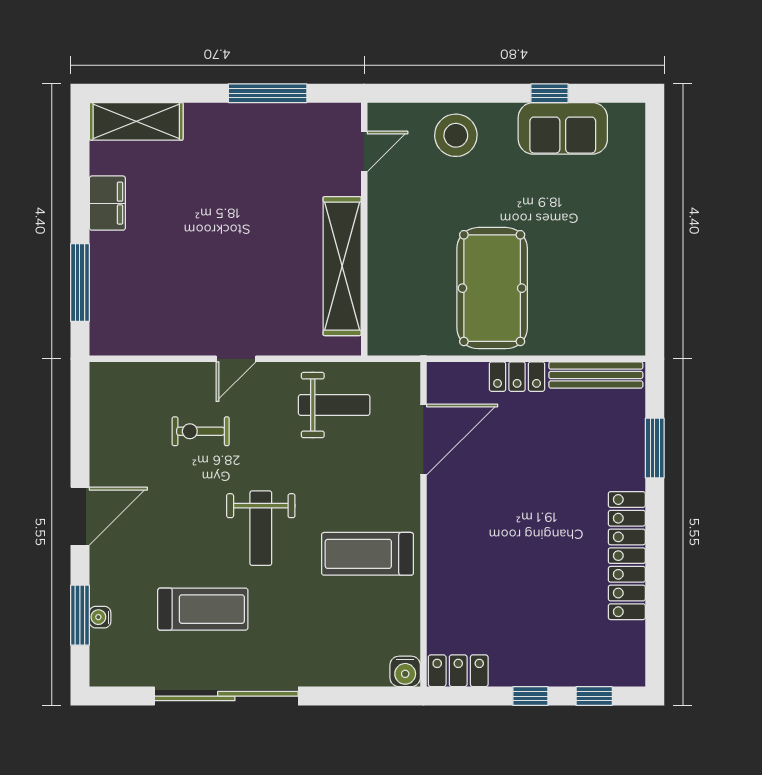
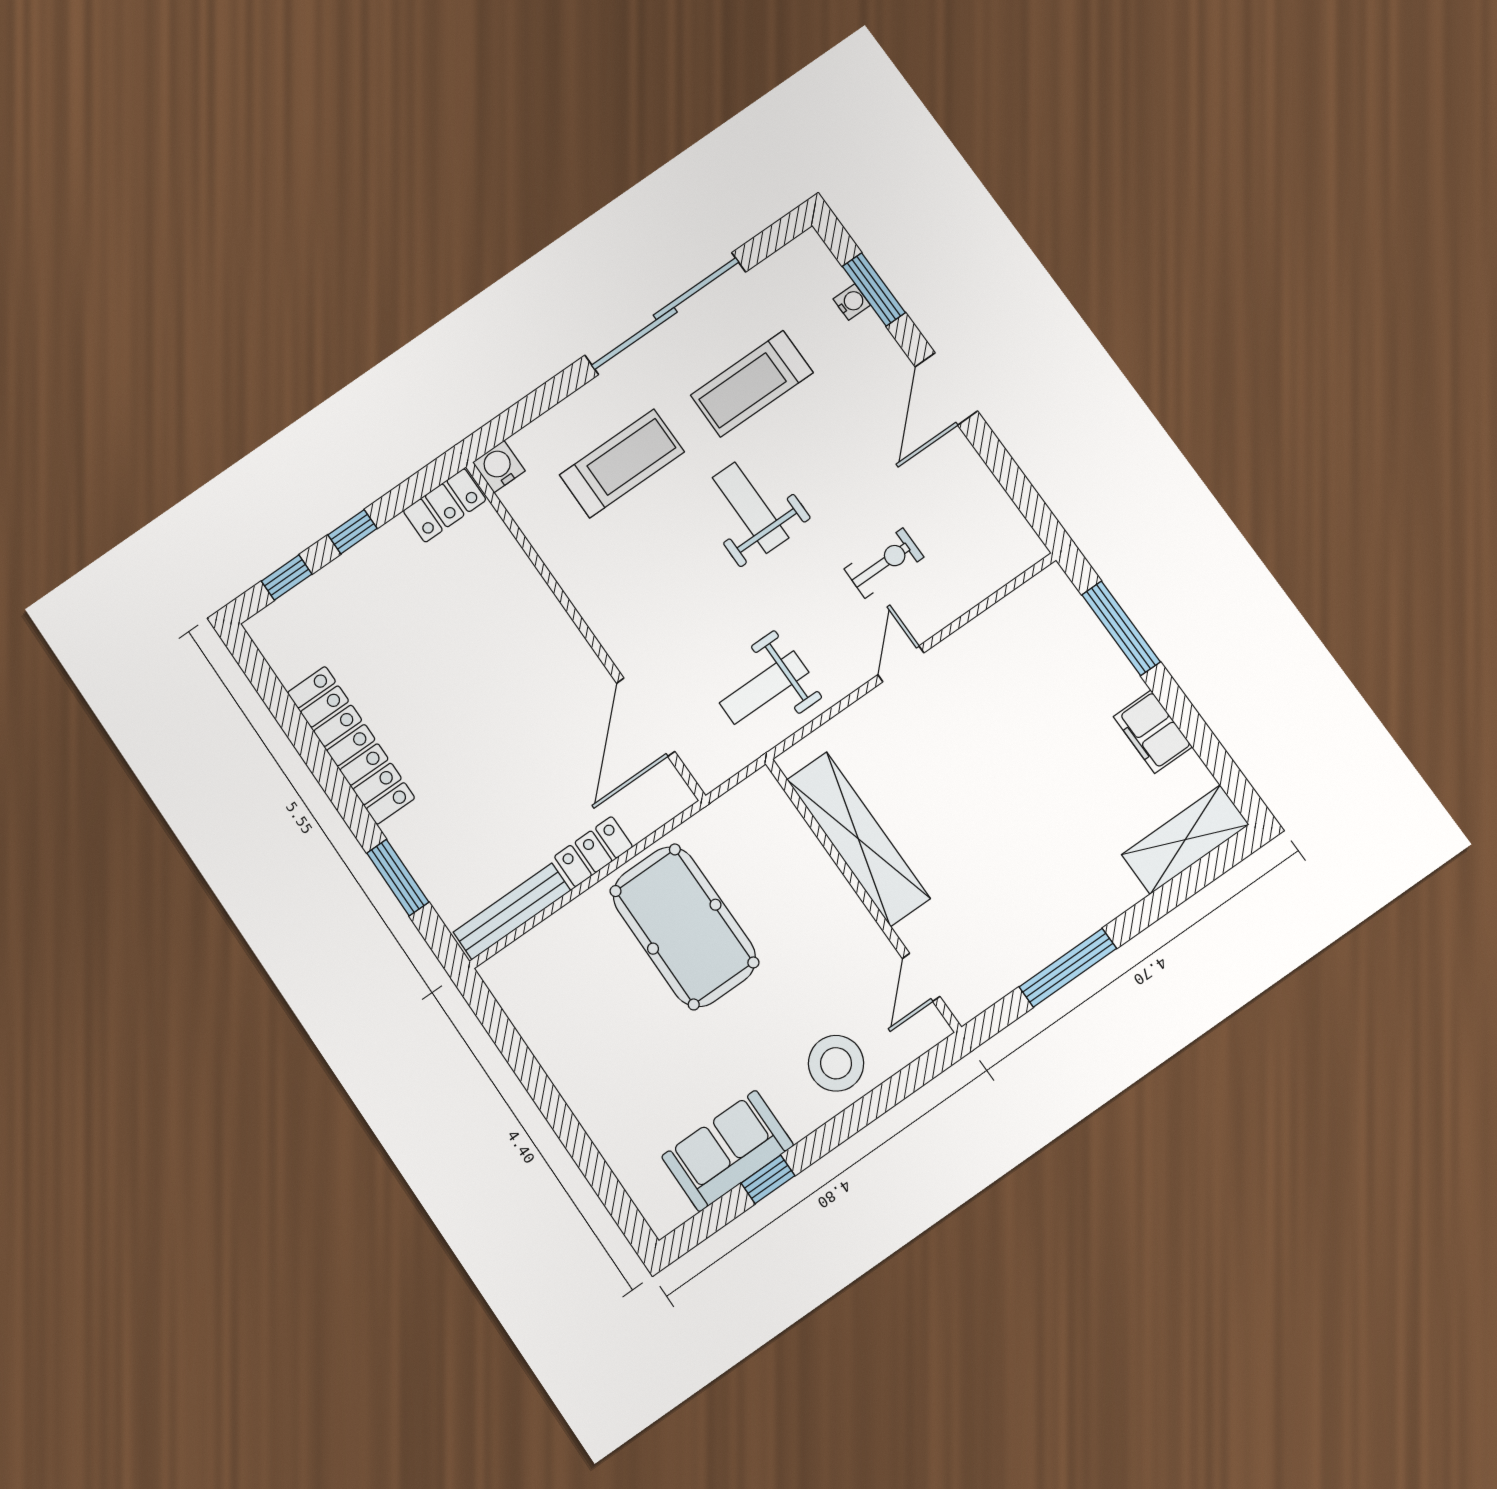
treadmill: (367, 554) -> (622, 463), moved

